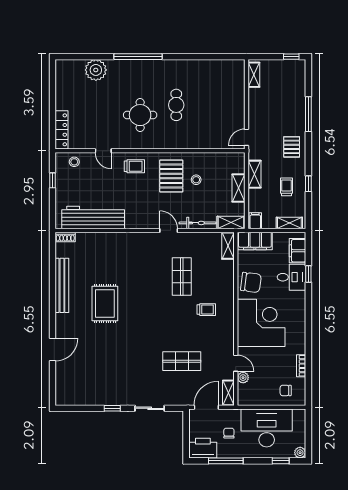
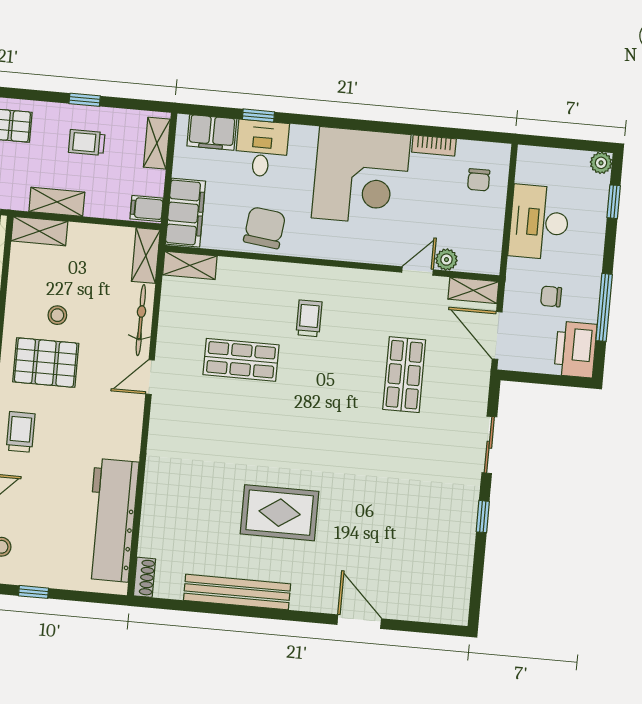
shelving: (239, 188) -> (39, 231), moved
corner desk: (261, 323) -> (361, 176), moved, turned 180
desk: (267, 428) -> (539, 222), width x0.73, depth x0.77

